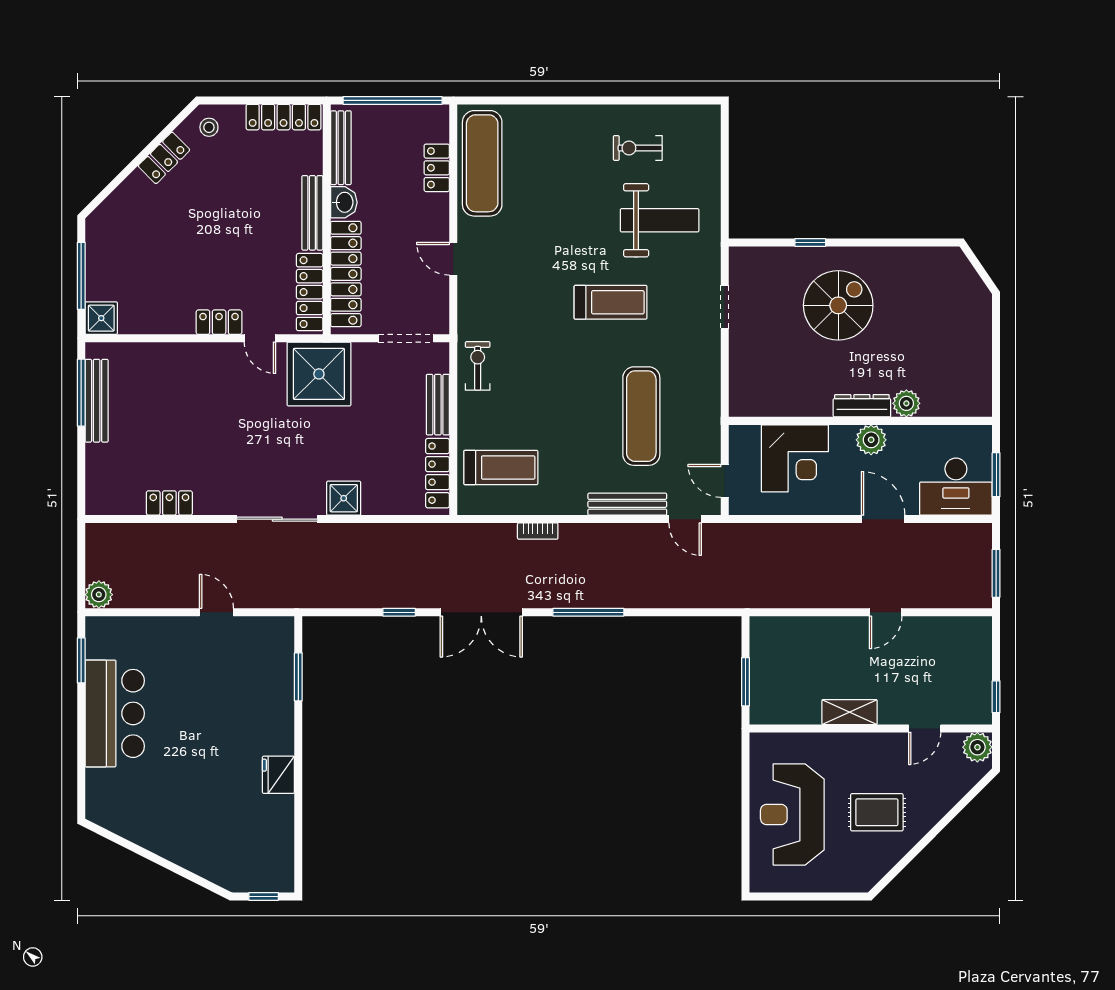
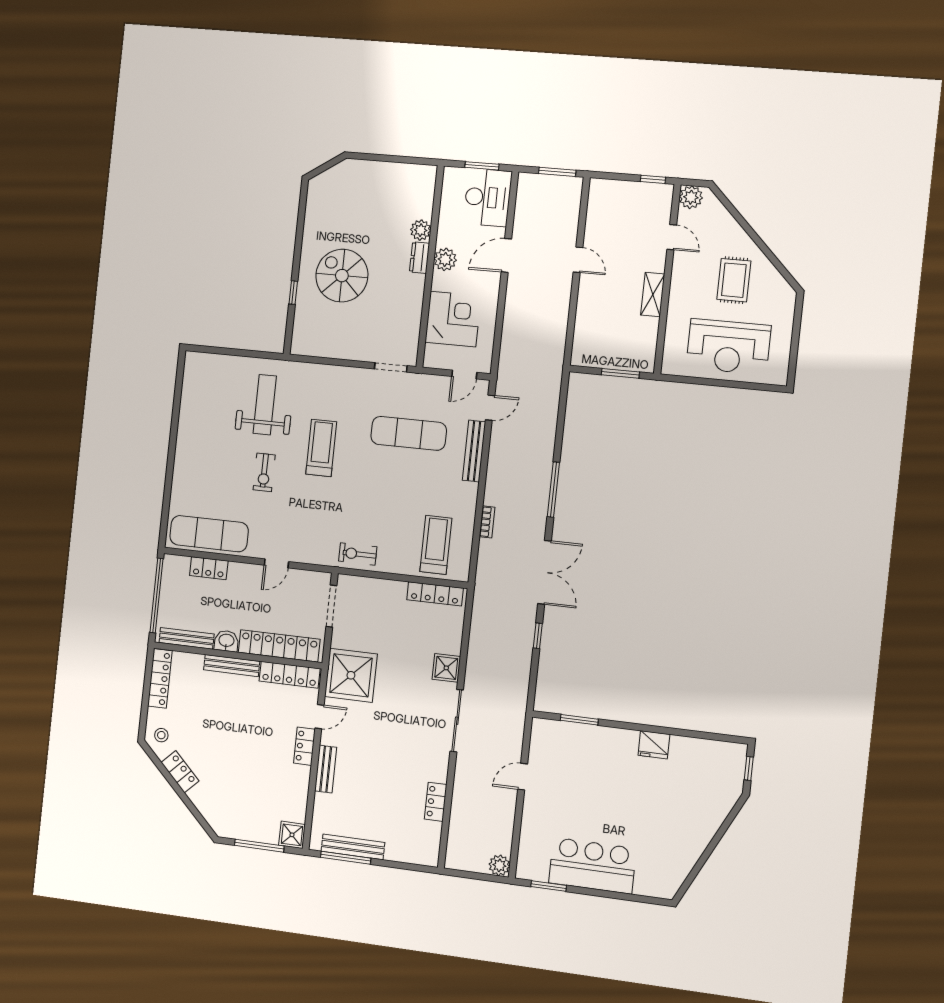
exercise bike: (638, 148) -> (264, 472), moved
doorway: (725, 307) -> (391, 367), moved
bench: (438, 405) -> (326, 769), moved, turned 90
dresser: (862, 406) -> (420, 258), width x0.70

